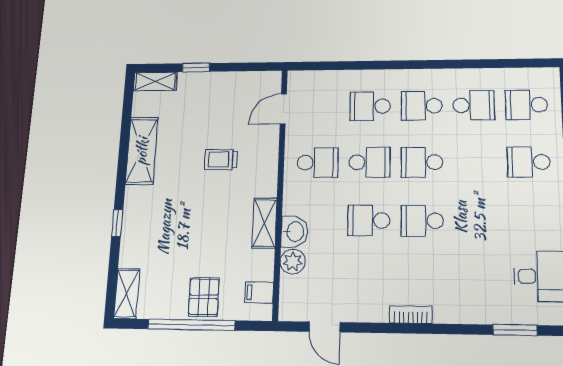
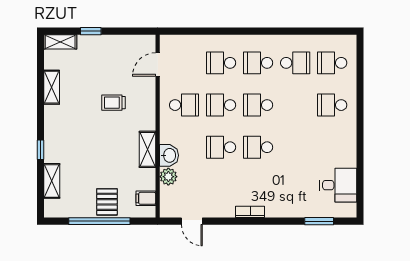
shelving: (142, 151) -> (52, 87), width x0.67, depth x0.75
school desk: (369, 162) -> (221, 105), turned 180
shelving: (127, 294) -> (52, 181), moved

